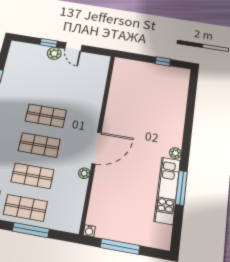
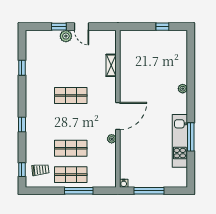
shelving: (99, 91) -> (111, 65), added
shop shelf: (39, 145) -> (71, 122), removed
plant: (175, 153) -> (183, 89), moved

